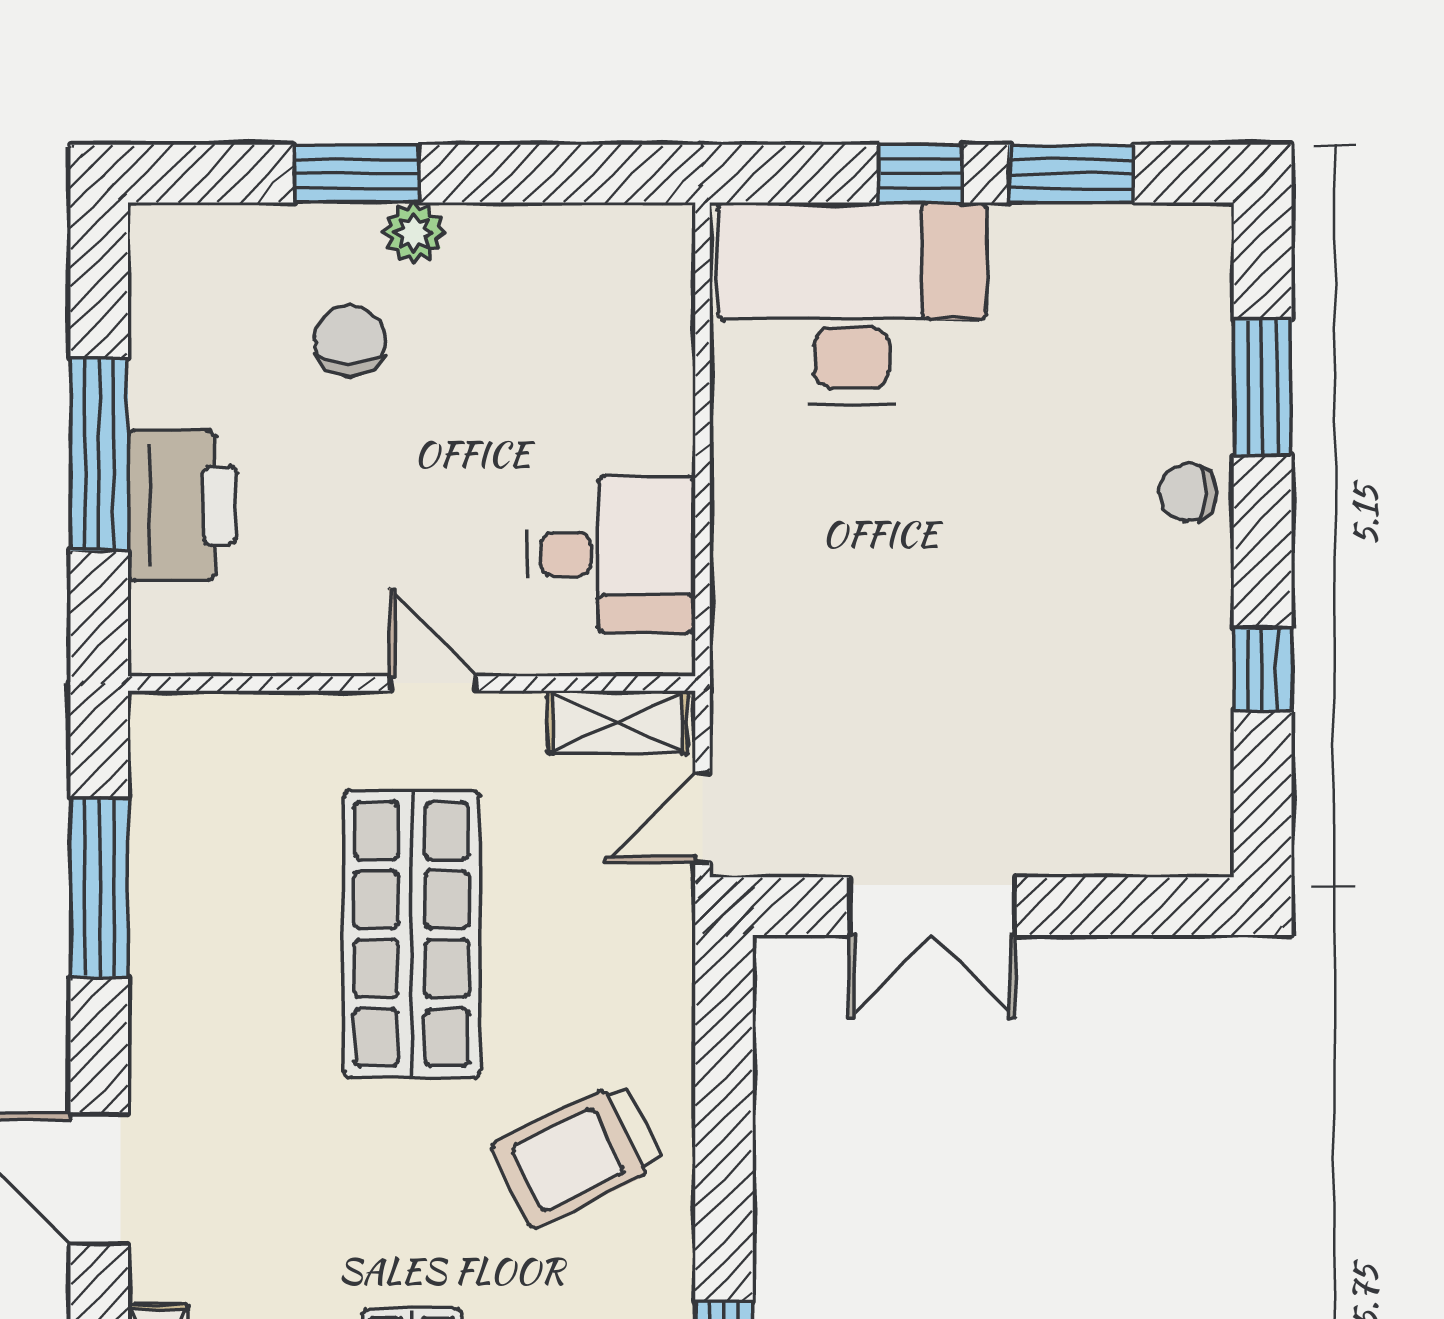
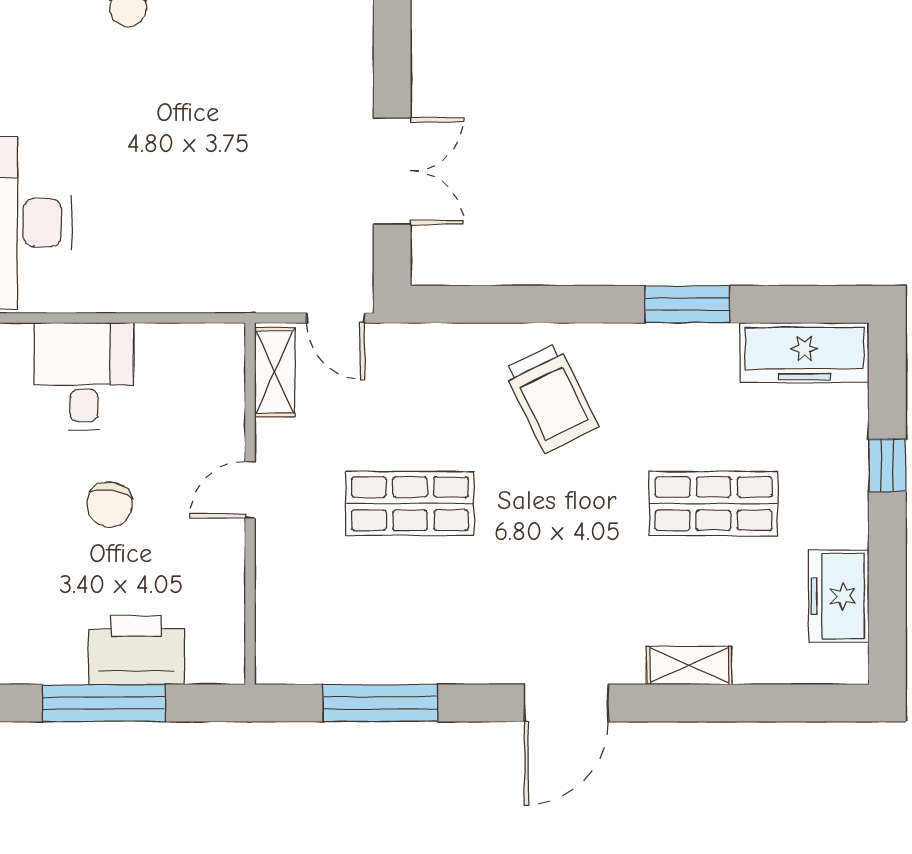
chair: (350, 341) -> (110, 504), moved, turned -80
desk: (611, 554) -> (84, 376), moved
shop shelf: (412, 934) -> (410, 504), width x0.70, depth x0.74

